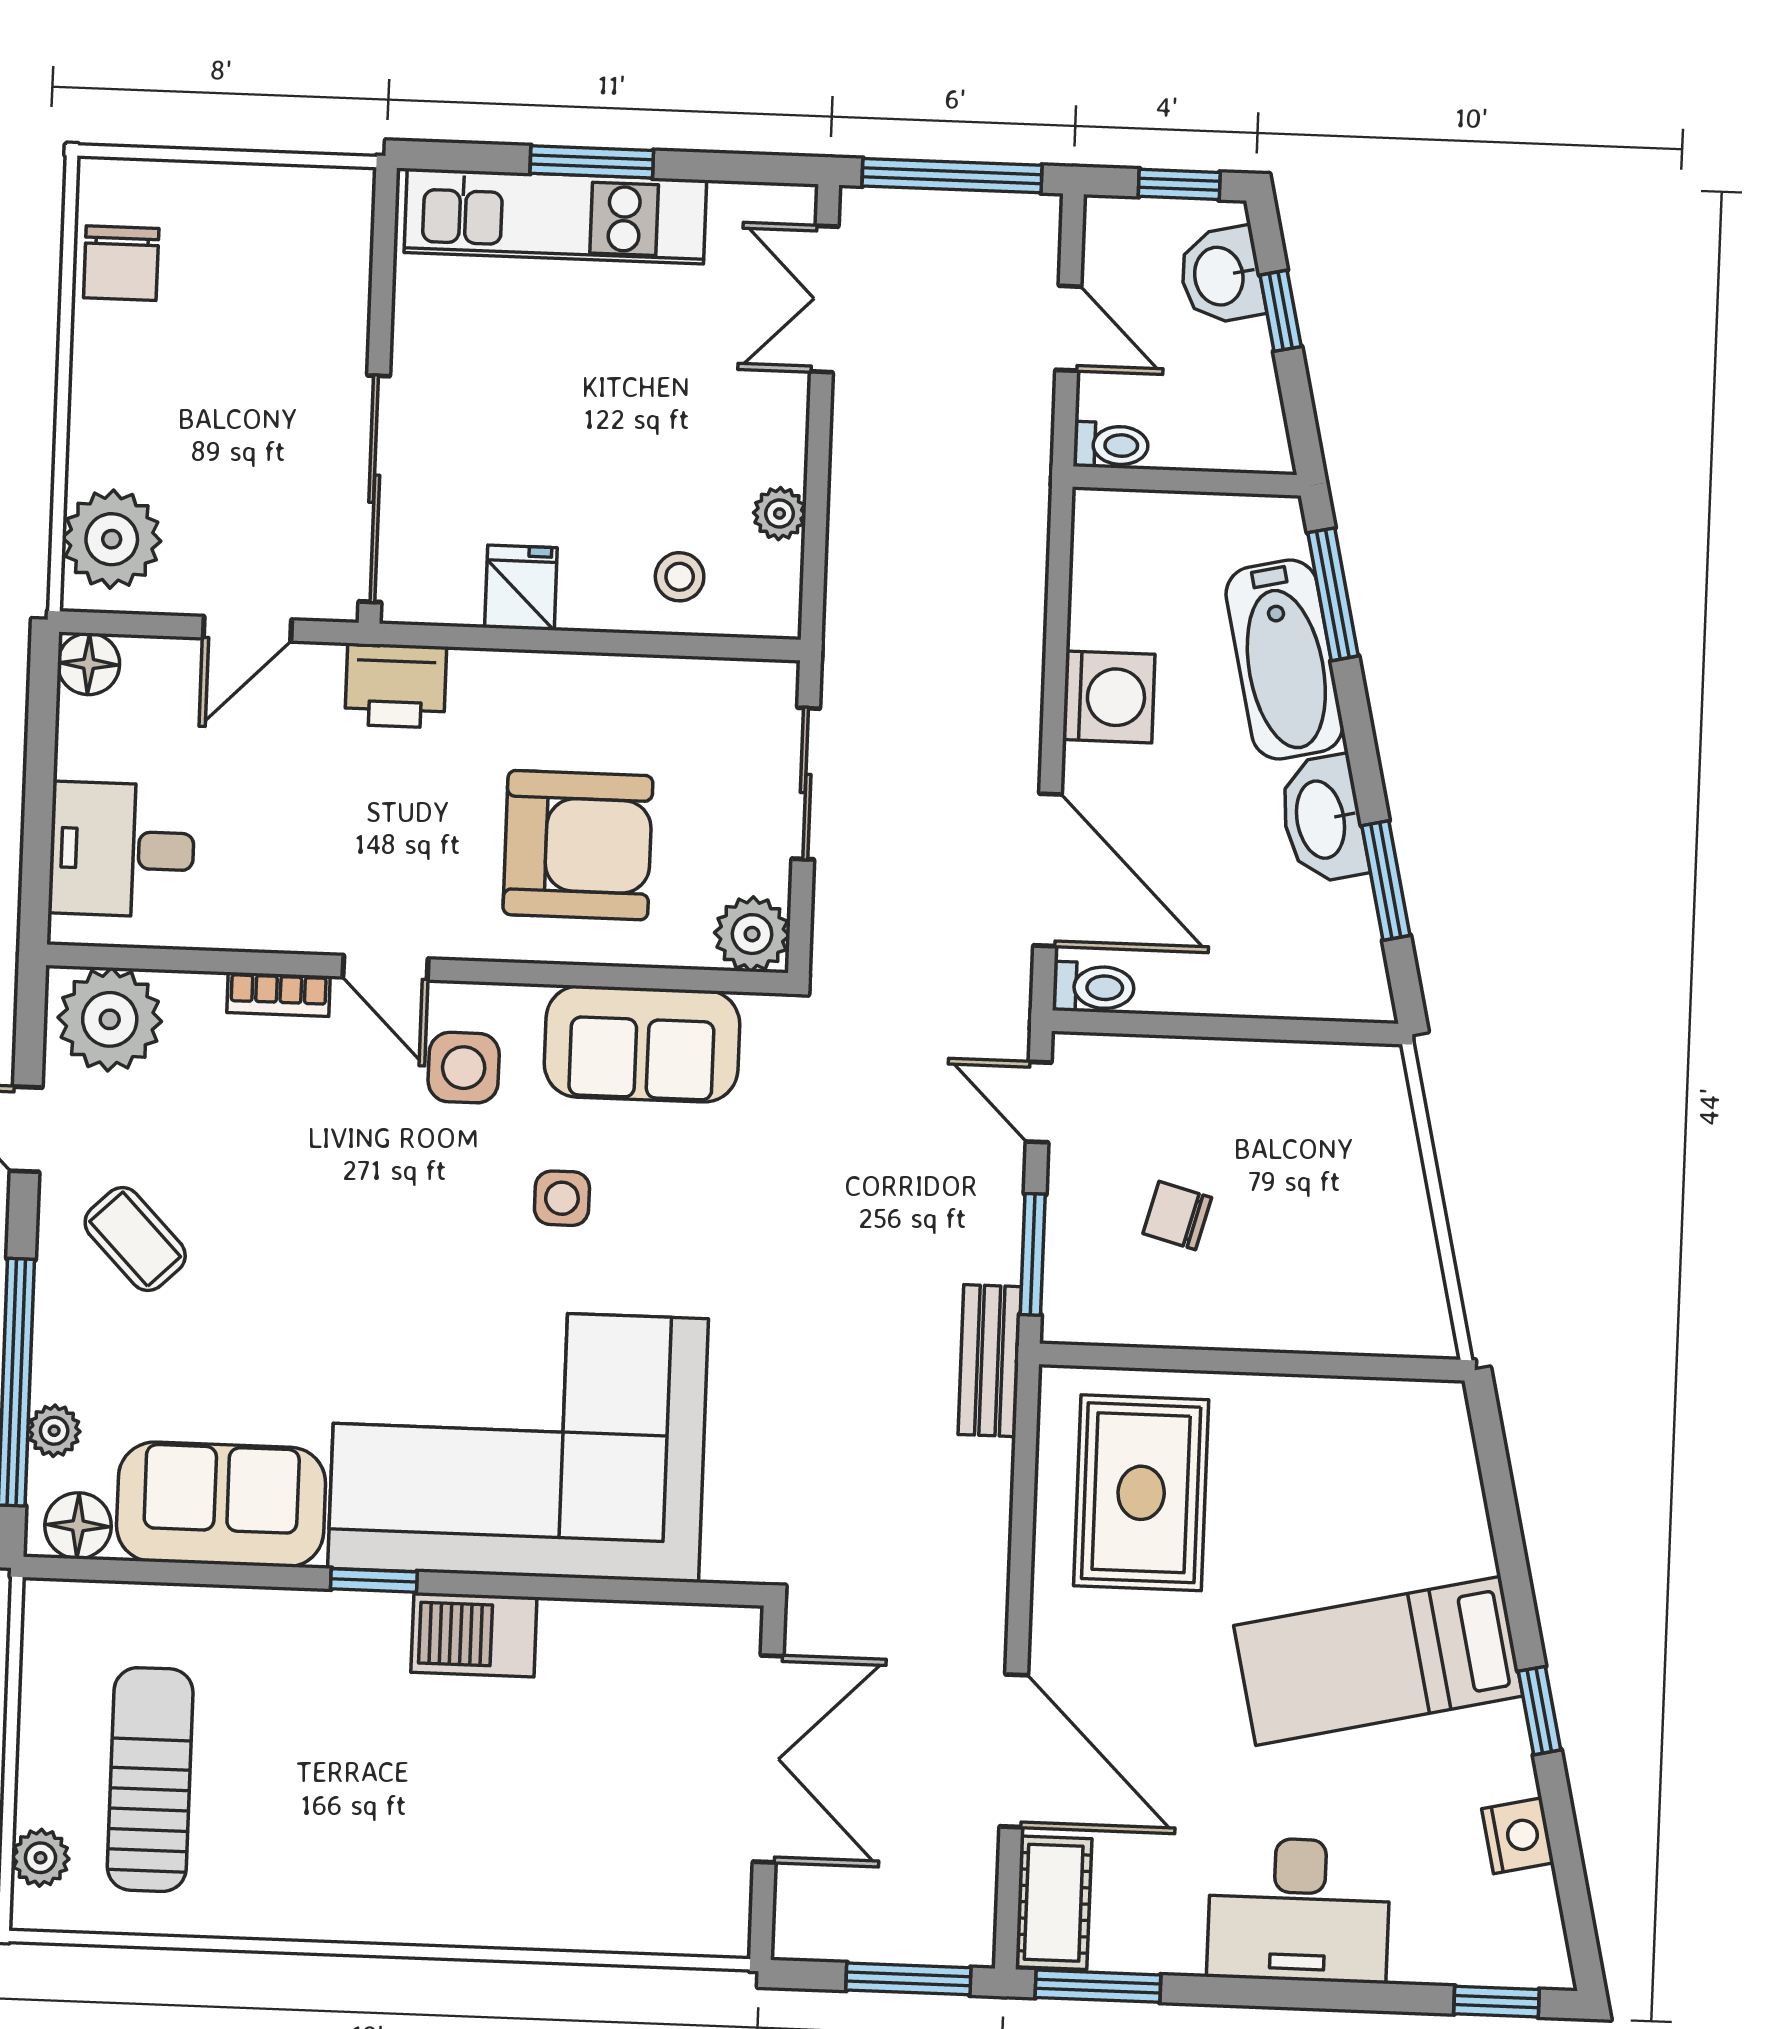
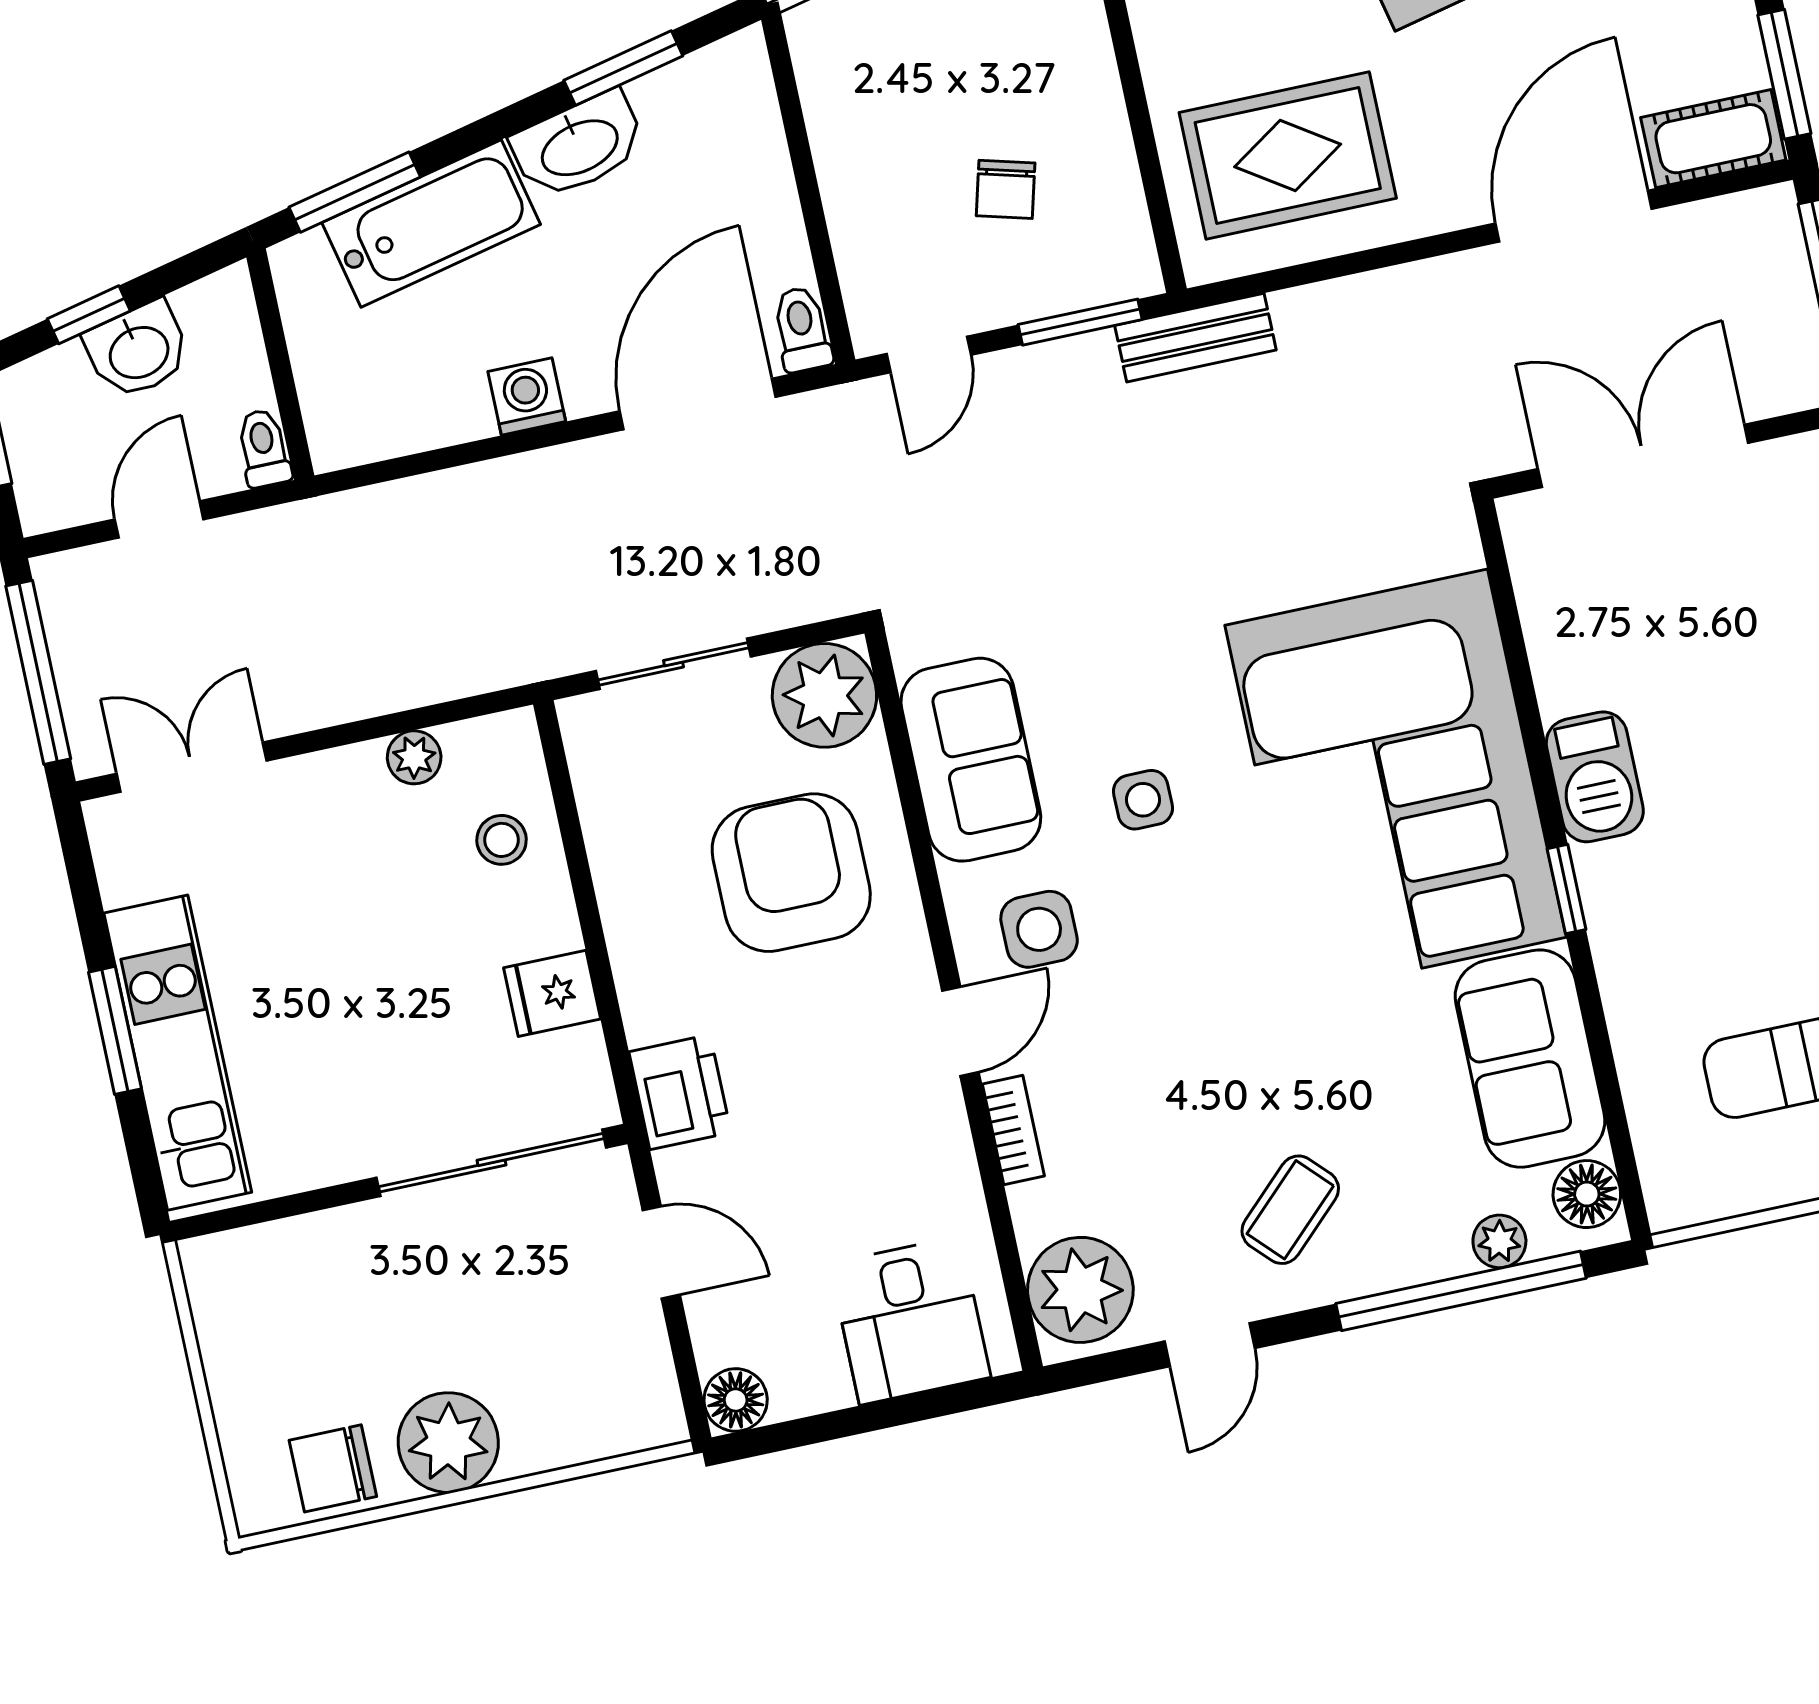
chair: (121, 263) -> (333, 1468), turned 180
washbasin: (1221, 276) -> (138, 350), moved
double door: (824, 299) -> (192, 767), swing flipped
plant: (112, 539) -> (448, 1443), moved
washing machine: (1109, 697) -> (527, 397), width x0.73, depth x0.73
plant: (752, 934) -> (824, 695), width x1.36, depth x1.36

